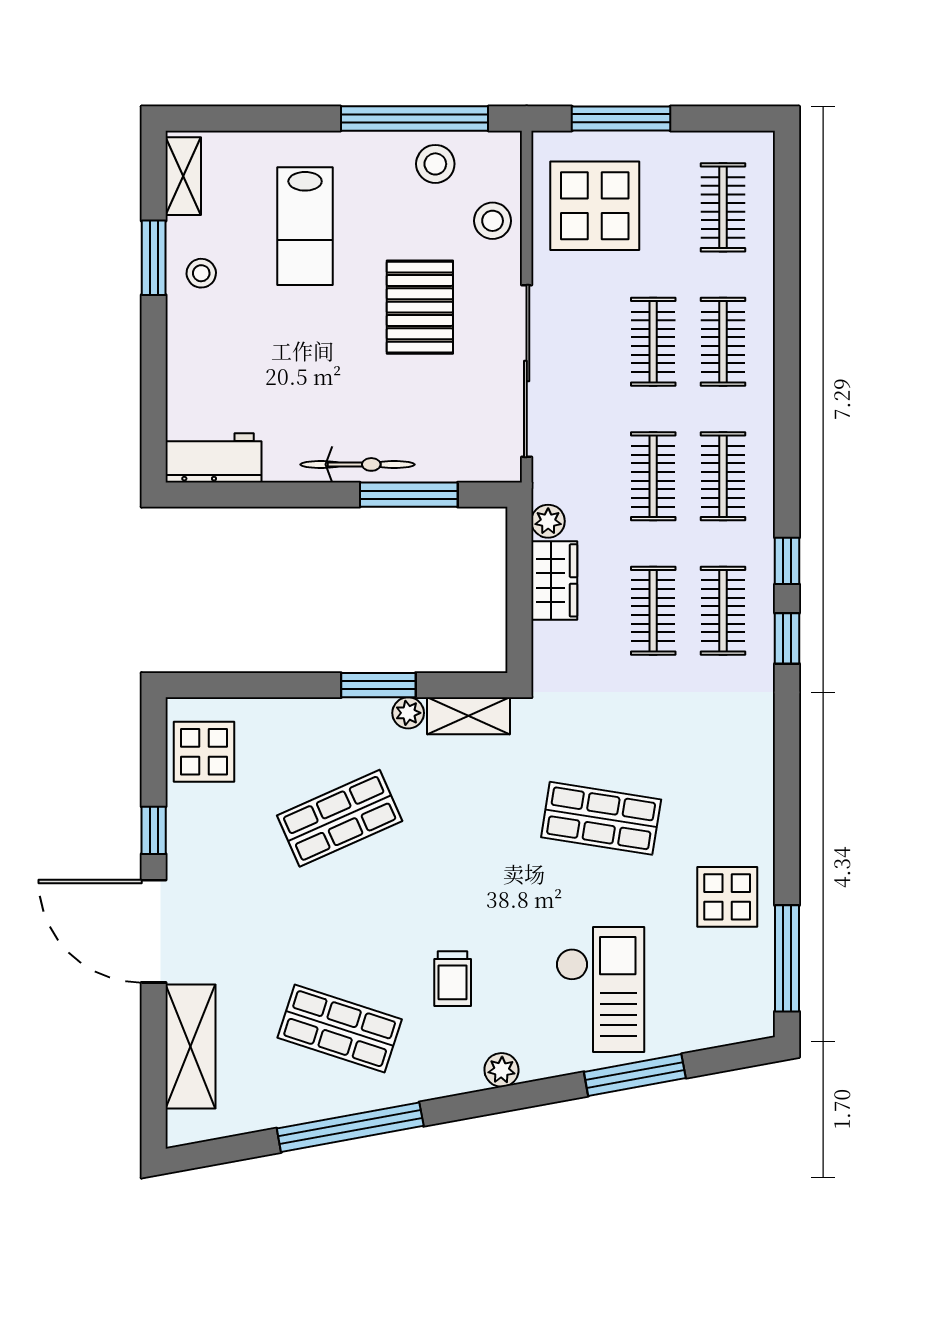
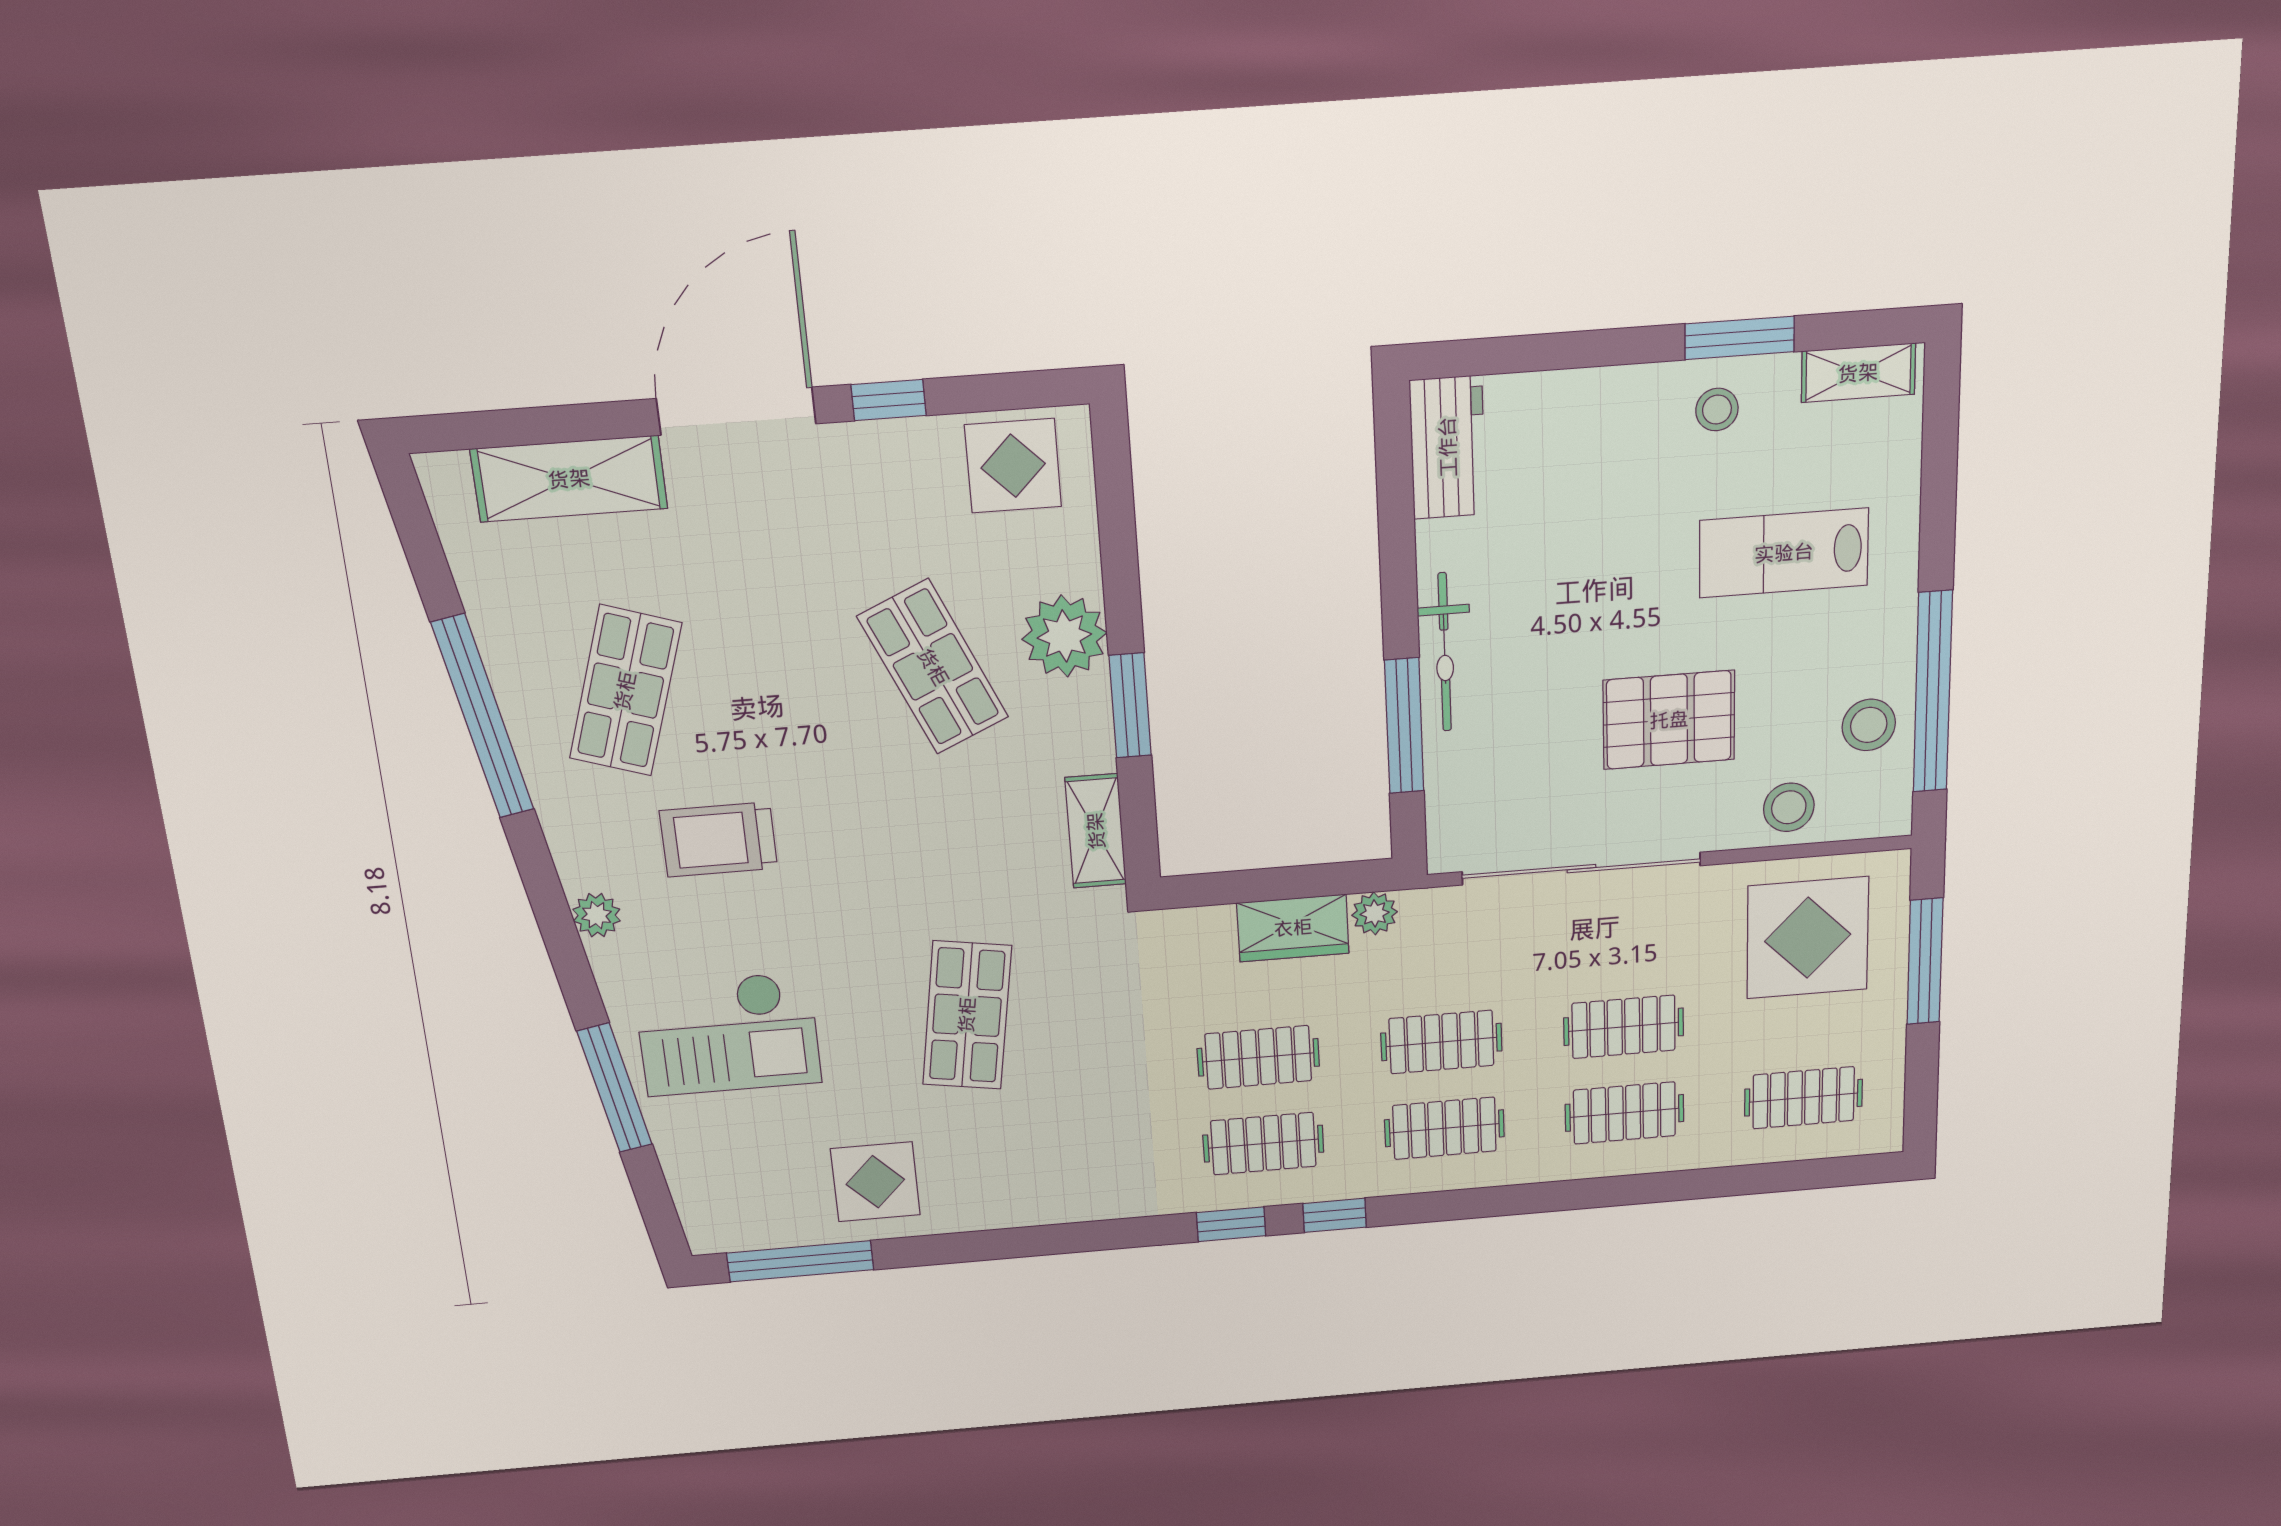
plant: (408, 713) -> (1064, 636), moved, width x1.88, depth x1.88
trolley: (453, 979) -> (719, 840), width x1.36, depth x1.39

